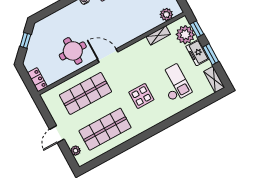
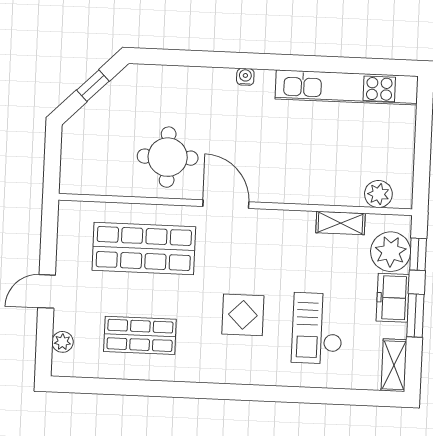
locker: (37, 80) -> (71, 171), removed
checkout: (175, 83) -> (317, 328), turned 180
shop shelf: (105, 129) -> (140, 335), width x0.70, depth x0.74

